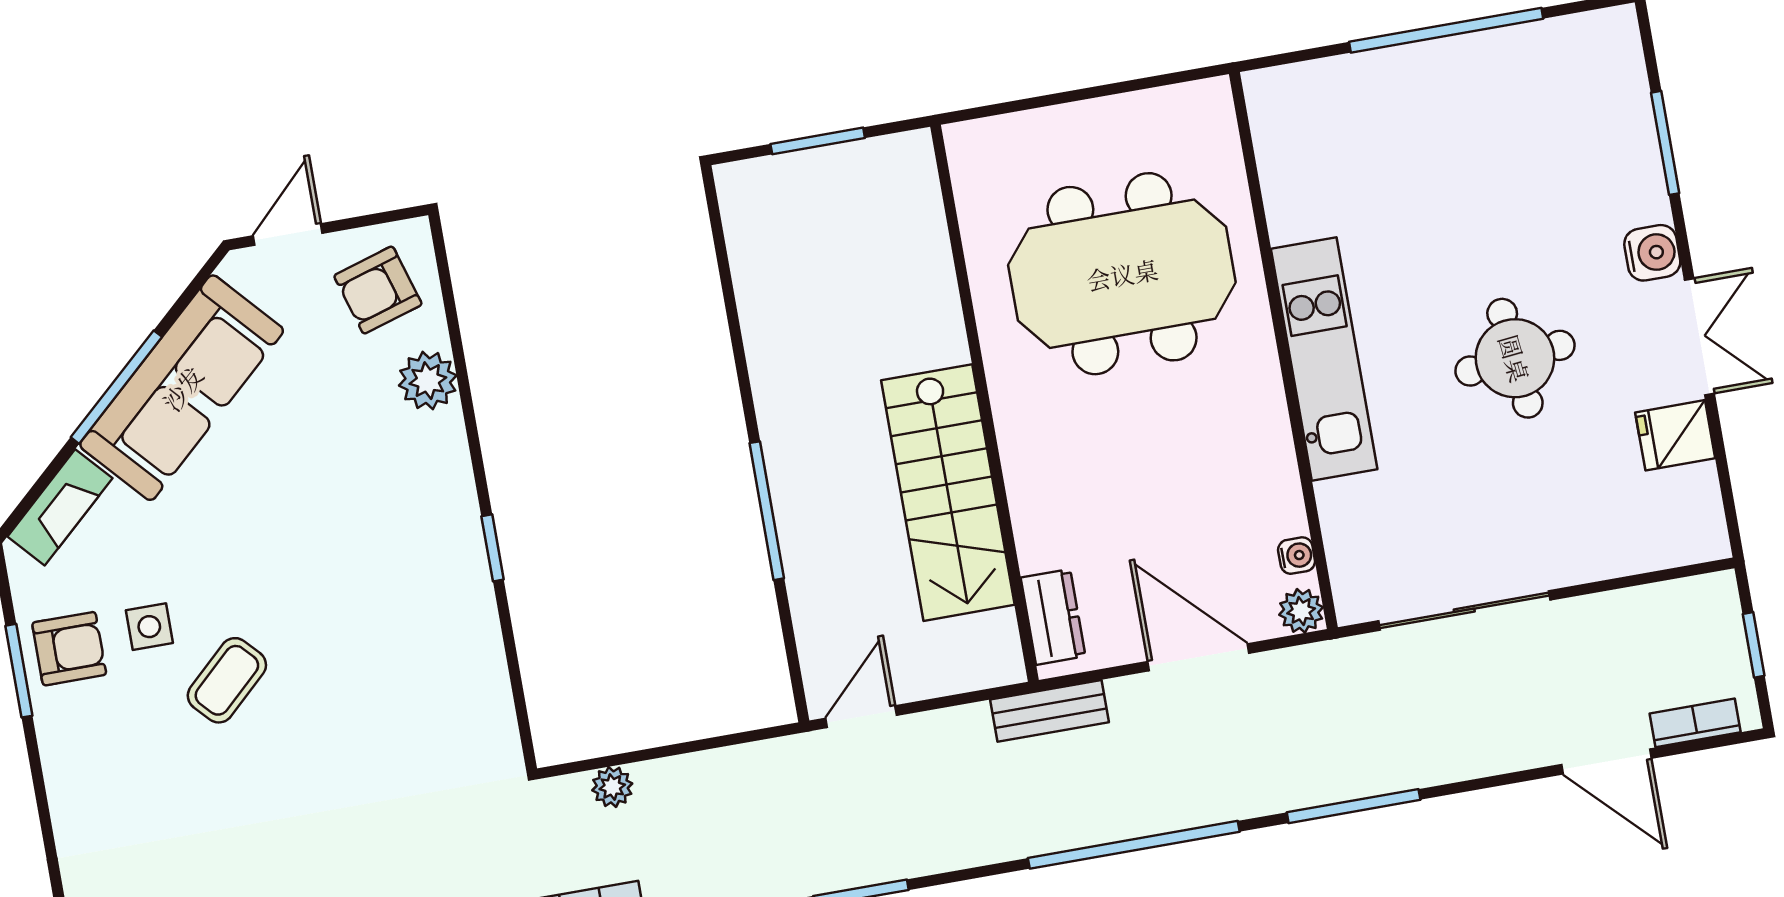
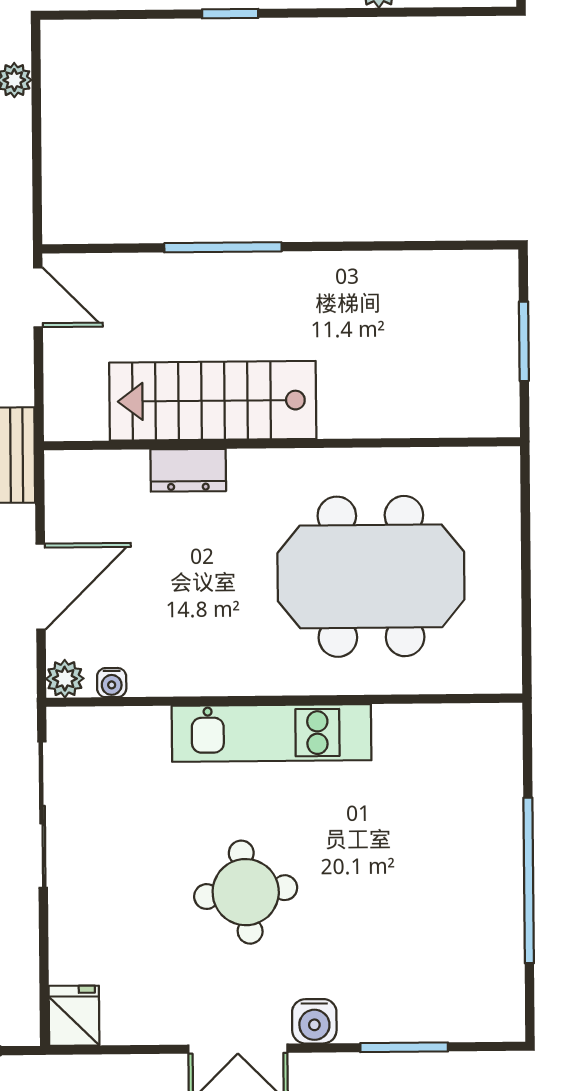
meeting table: (1122, 274) -> (371, 576), turned 90
fridge: (1675, 435) -> (74, 1016), moved
dresser: (1053, 617) -> (188, 470), moved

